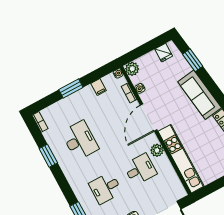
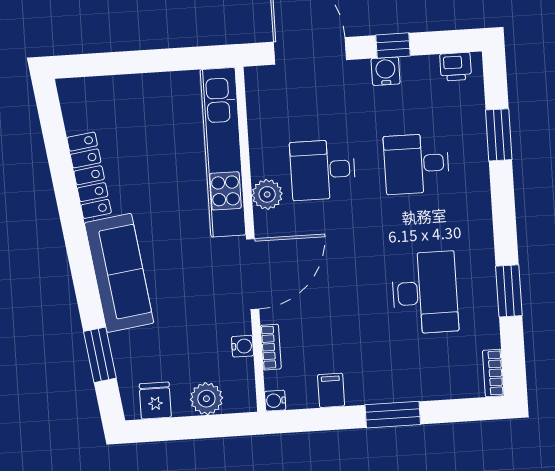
plant: (132, 69) -> (206, 399), moved
desk: (80, 140) -> (425, 293), turned 180
desk: (106, 188) -> (417, 164), turned 180

